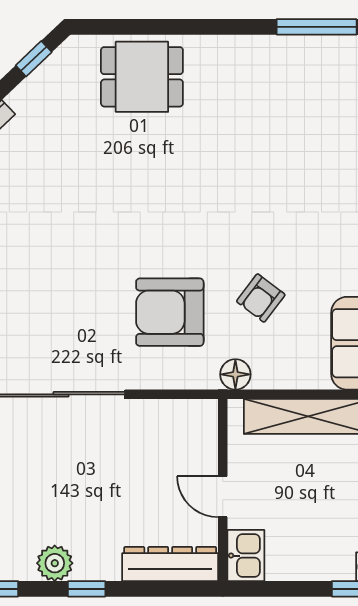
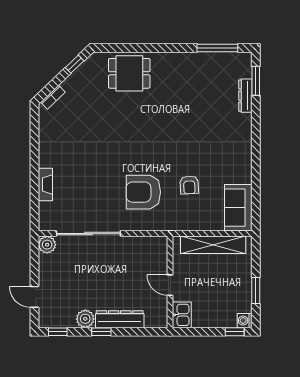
armchair: (261, 298) -> (189, 185), turned -40
floor lamp: (235, 374) -> (176, 223), removed
dresser: (170, 564) -> (120, 319), moved

